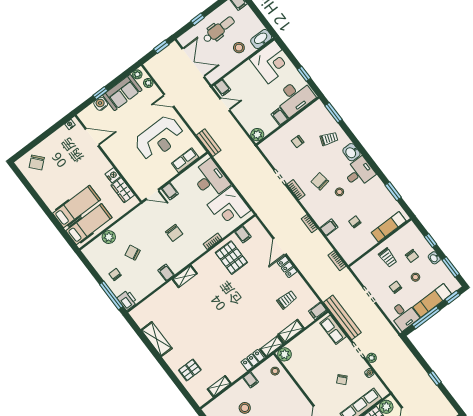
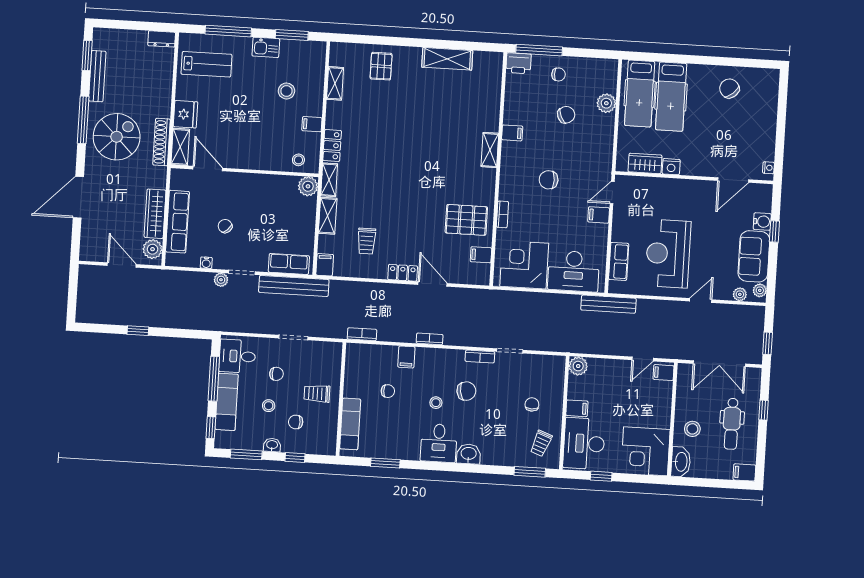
trolley: (329, 139) -> (541, 443), moved
bench: (209, 143) -> (608, 304), width x1.36
chair: (37, 163) -> (729, 88), moved

